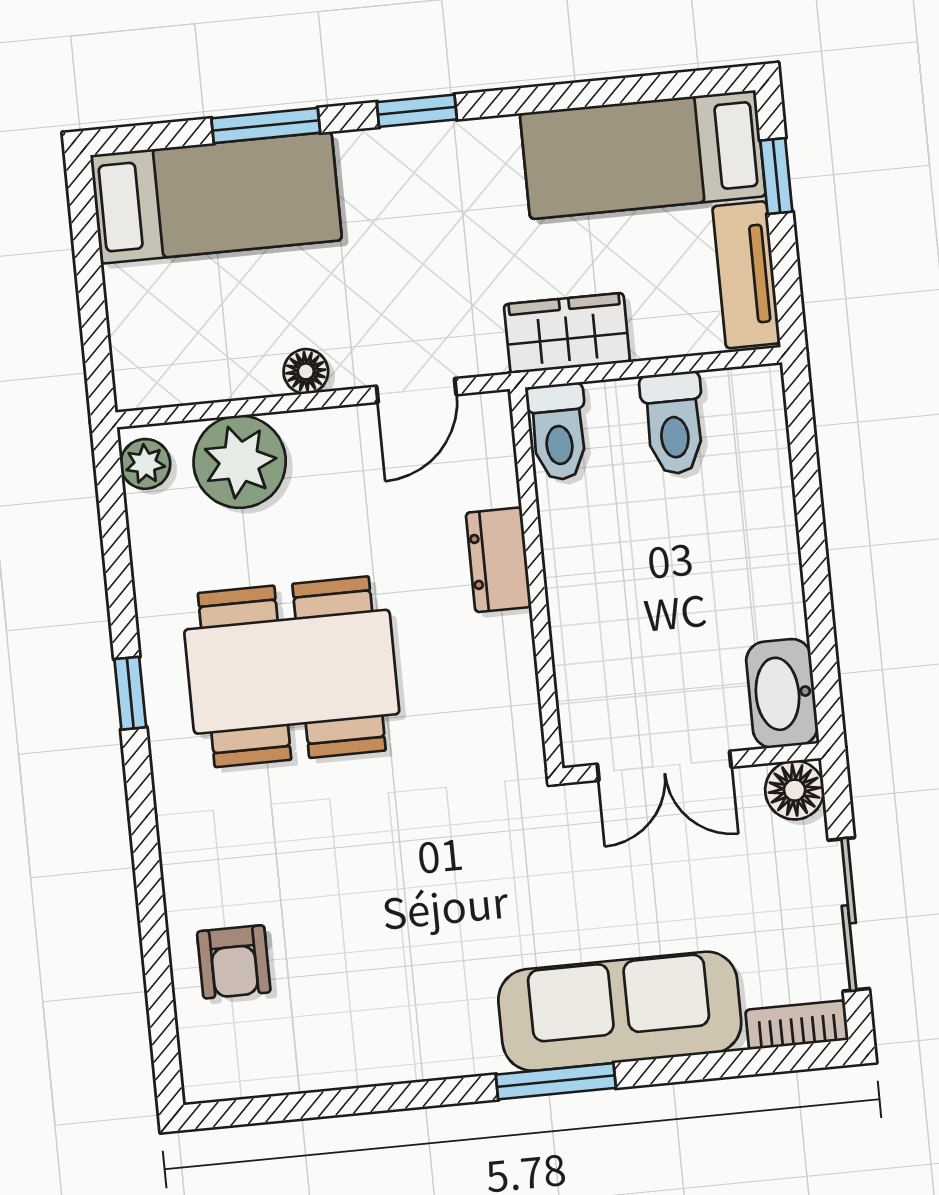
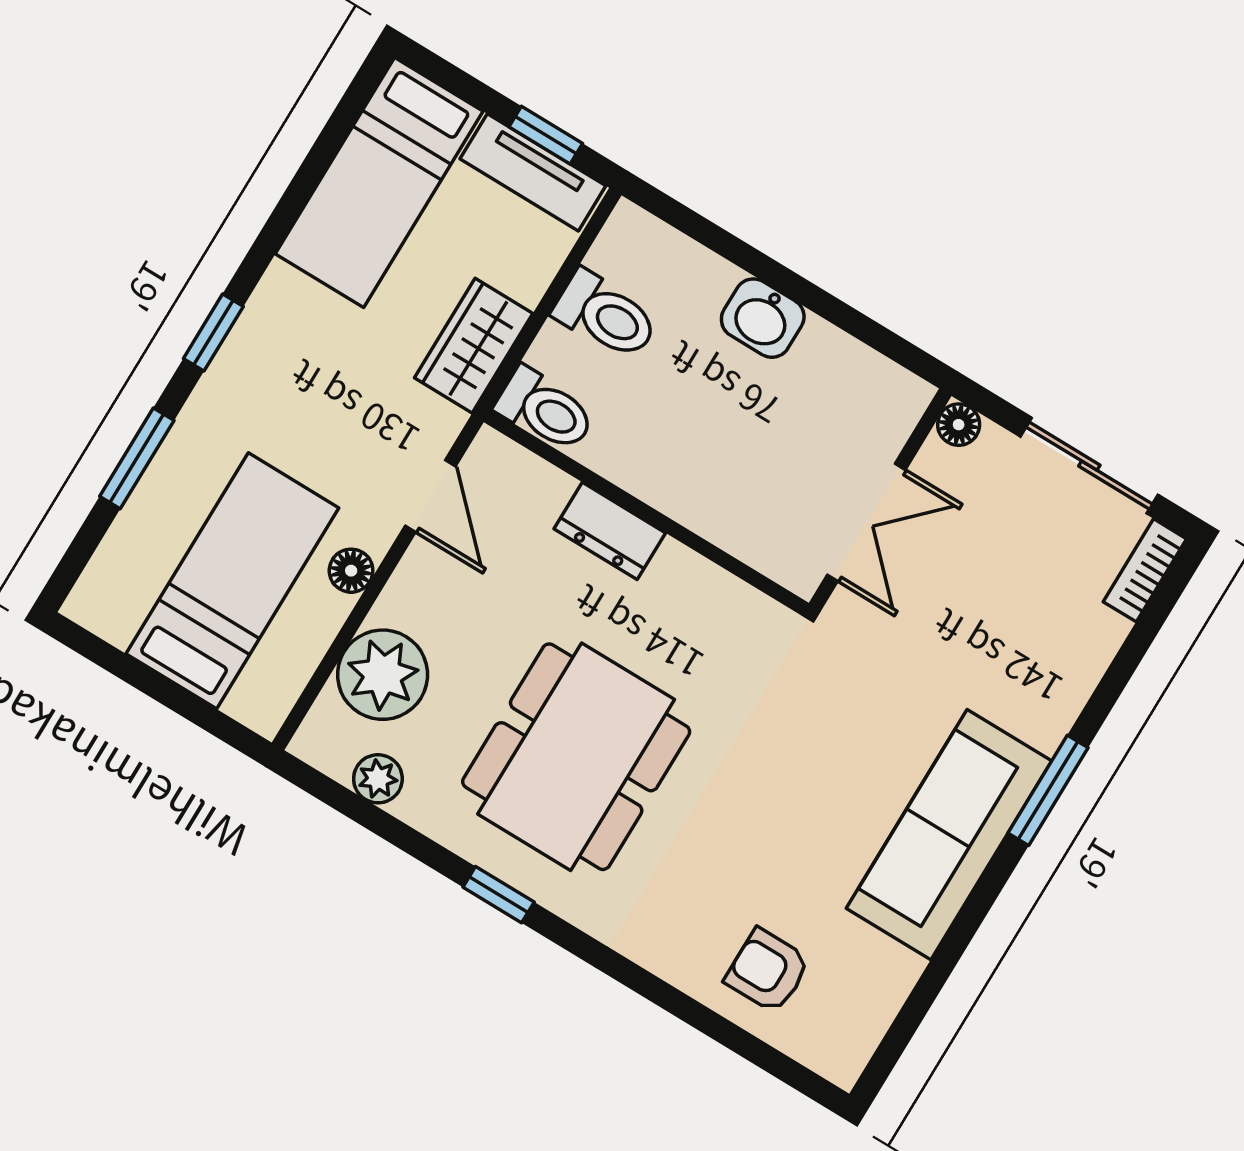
window: (776, 176) -> (546, 135), moved
bed: (216, 198) -> (232, 581), moved
plant: (145, 464) -> (378, 779), moved
washbasin: (782, 693) -> (763, 318), moved, width x0.72
floor lamp: (795, 790) -> (959, 425), width x0.73, depth x0.73
armchair: (234, 962) -> (768, 971), turned 180
sofa: (620, 1011) -> (949, 835), moved

